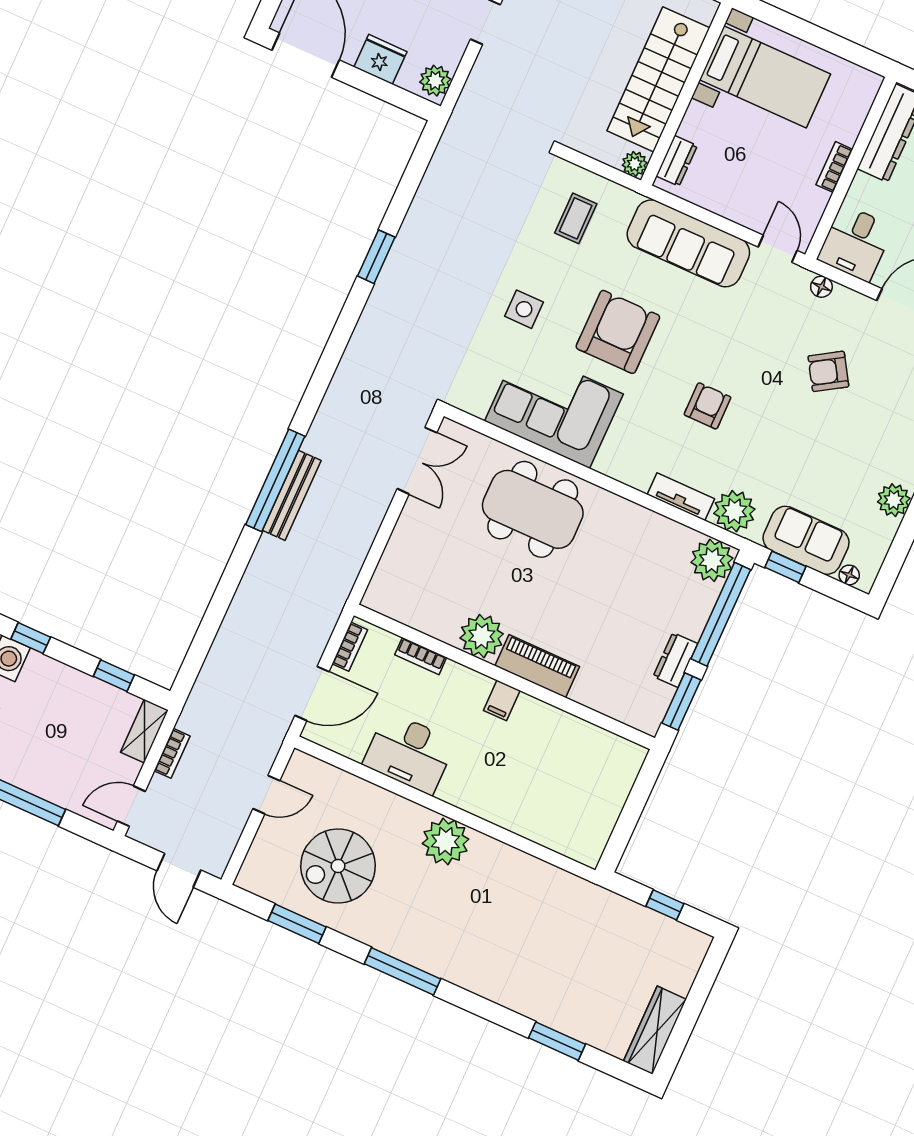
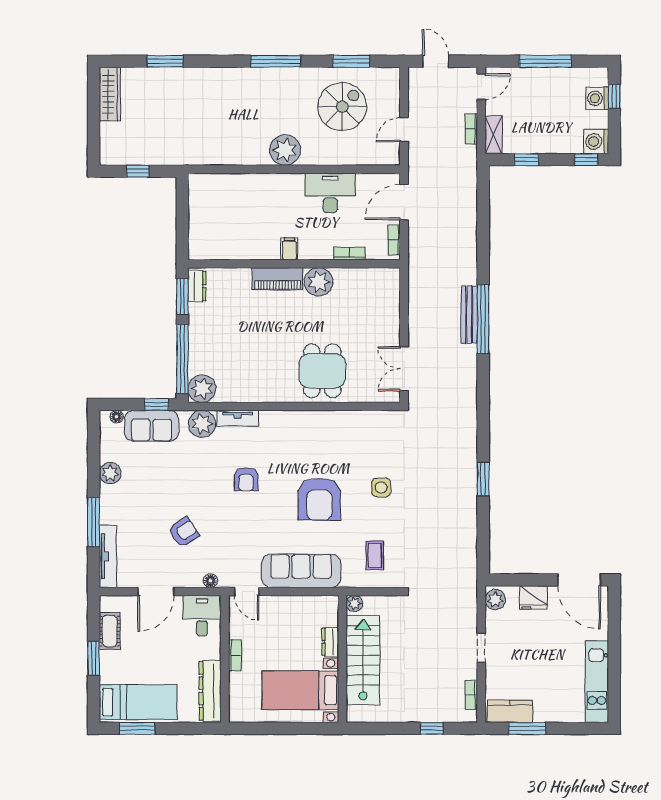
dresser: (677, 161) -> (330, 642), moved
corner sofa: (554, 408) -> (337, 437), removed
dining table: (533, 509) -> (322, 371), width x0.73
dresser: (675, 660) -> (197, 286), moved

